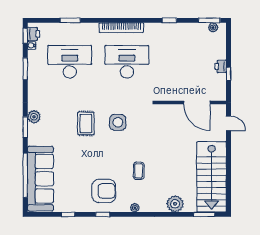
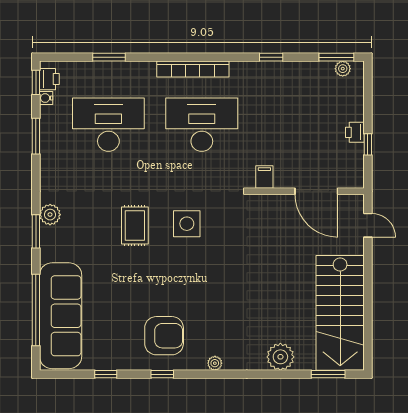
filing cabinet: (165, 94) -> (264, 177), added
coffee table: (139, 171) -> (221, 303), removed

